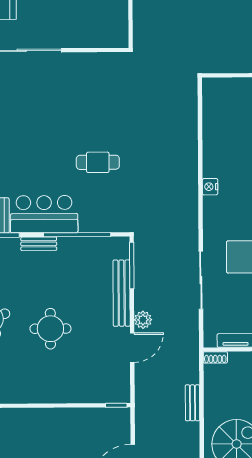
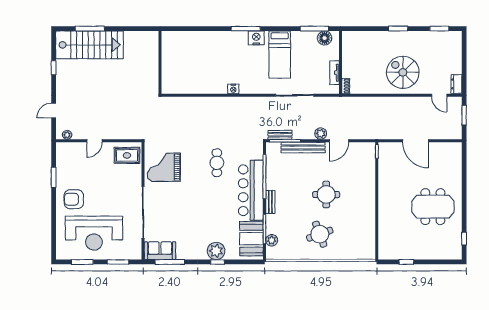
rug: (108, 26) -> (127, 155), added
grand piano: (91, 82) -> (164, 167), added
bar counter: (44, 214) -> (251, 190), width x1.36
door: (132, 348) -> (339, 141), swing flipped
bench: (192, 403) -> (280, 135), moved

